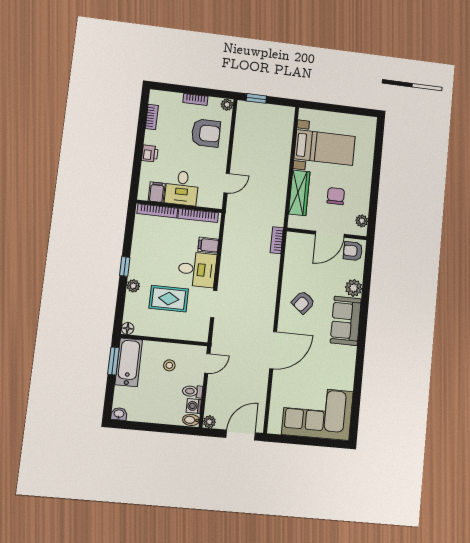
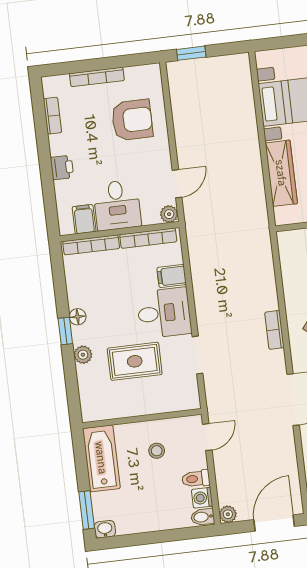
bookcase: (195, 99) -> (97, 77), width x1.56
plant: (227, 105) -> (169, 214), moved
bookcase: (277, 240) -> (274, 330), moved
floor lamp: (128, 328) -> (78, 317), moved
window: (113, 361) -> (87, 510), moved

